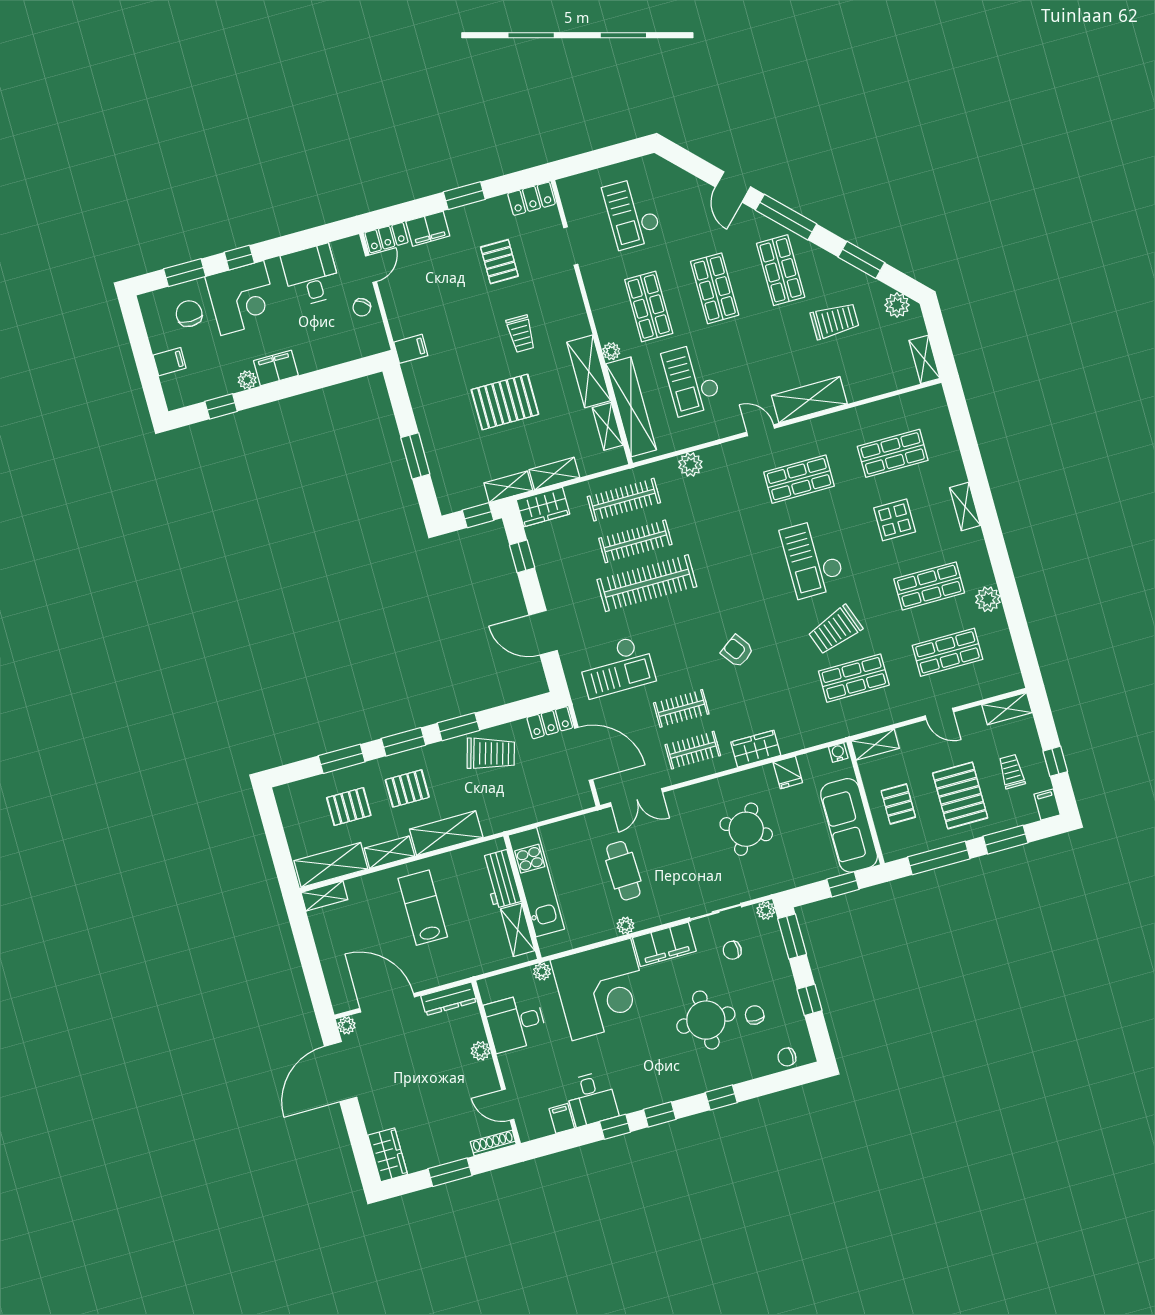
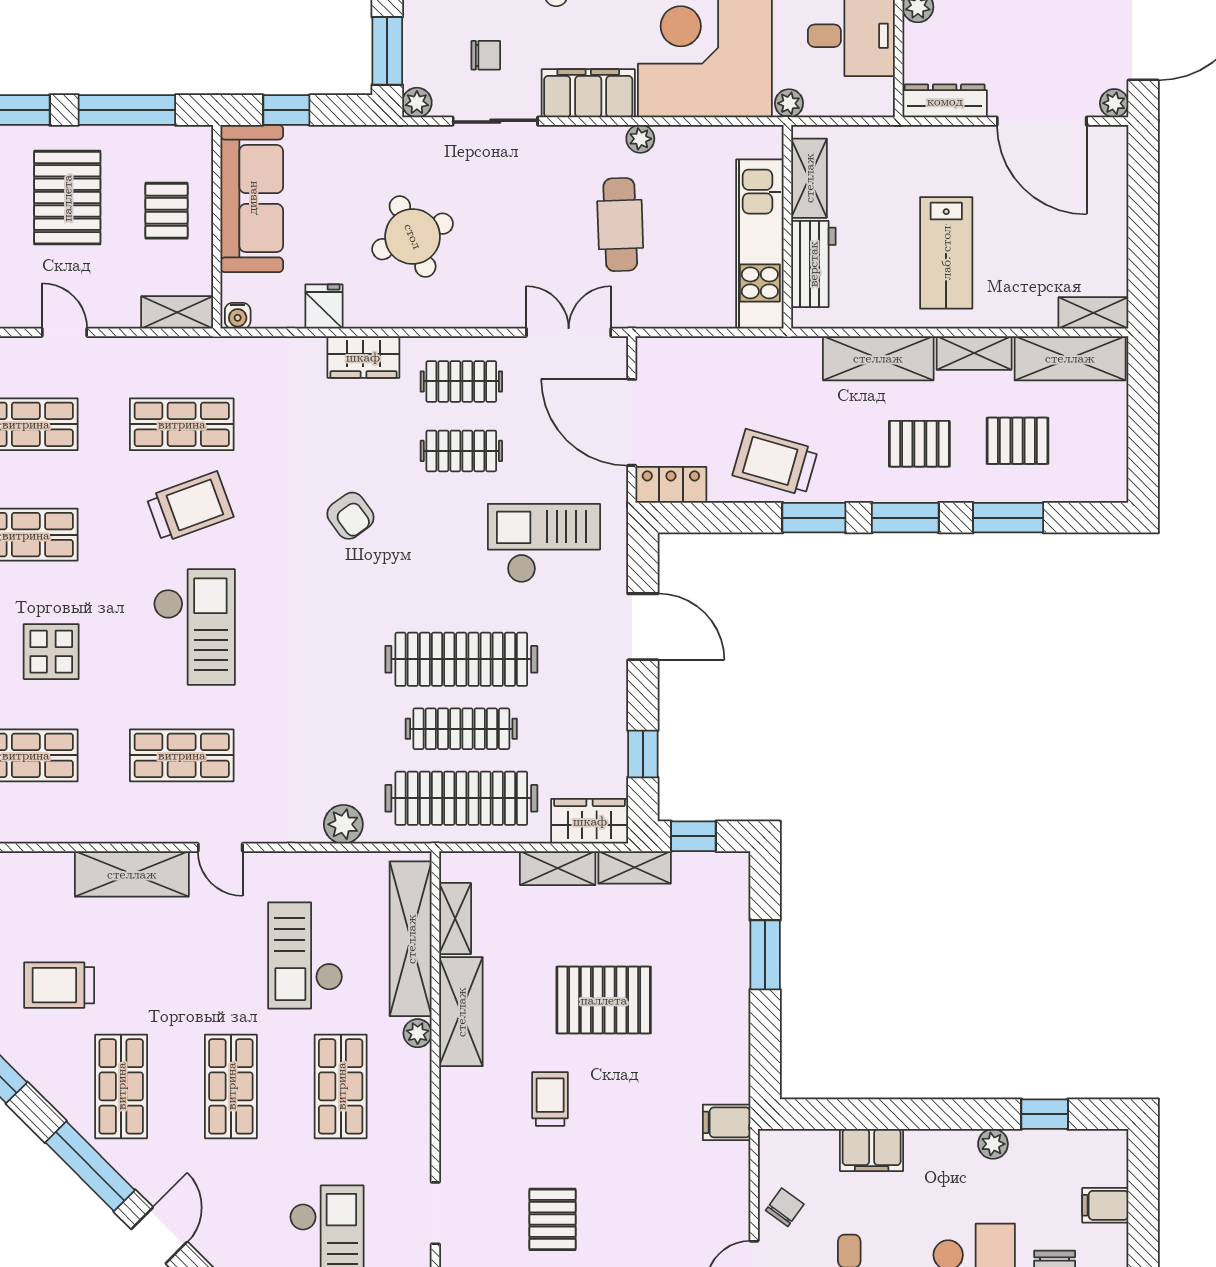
filing cabinet: (276, 368) -> (872, 1150), moved
checkout: (692, 379) -> (305, 955), turned 180
clothes rail: (624, 500) -> (461, 798), width x1.37, depth x1.31
round table: (746, 829) -> (413, 236), turned 37

